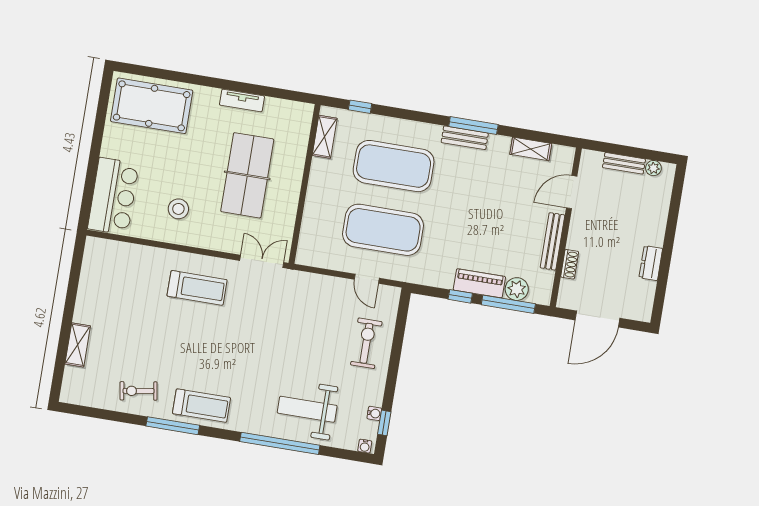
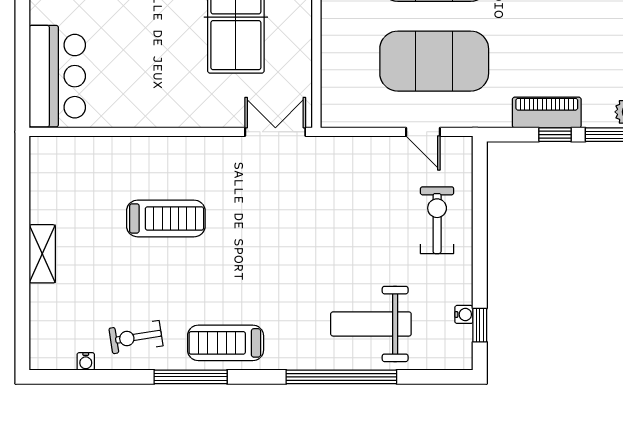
stool: (178, 209) -> (149, 79), removed
piano: (479, 283) -> (547, 112), moved
treadmill: (197, 288) -> (166, 218), moved
shelving: (78, 345) -> (42, 254), moved
treadmill: (202, 406) -> (226, 343), turned 180
water cooler: (365, 446) -> (86, 361), moved

